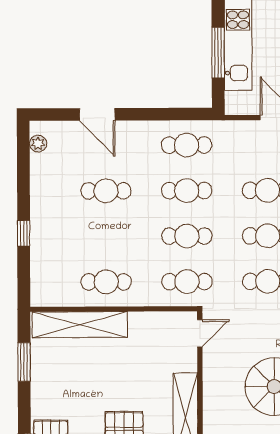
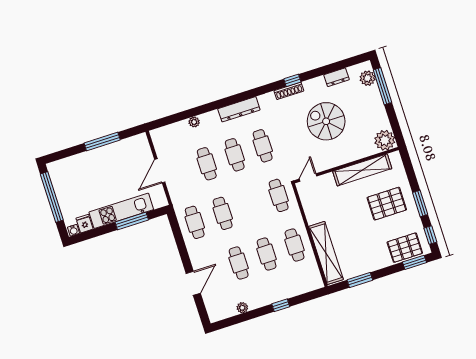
plant: (38, 144) -> (242, 308), moved
cafe table: (187, 236) -> (267, 254), moved
door: (200, 333) -> (308, 177), hinge flipped

